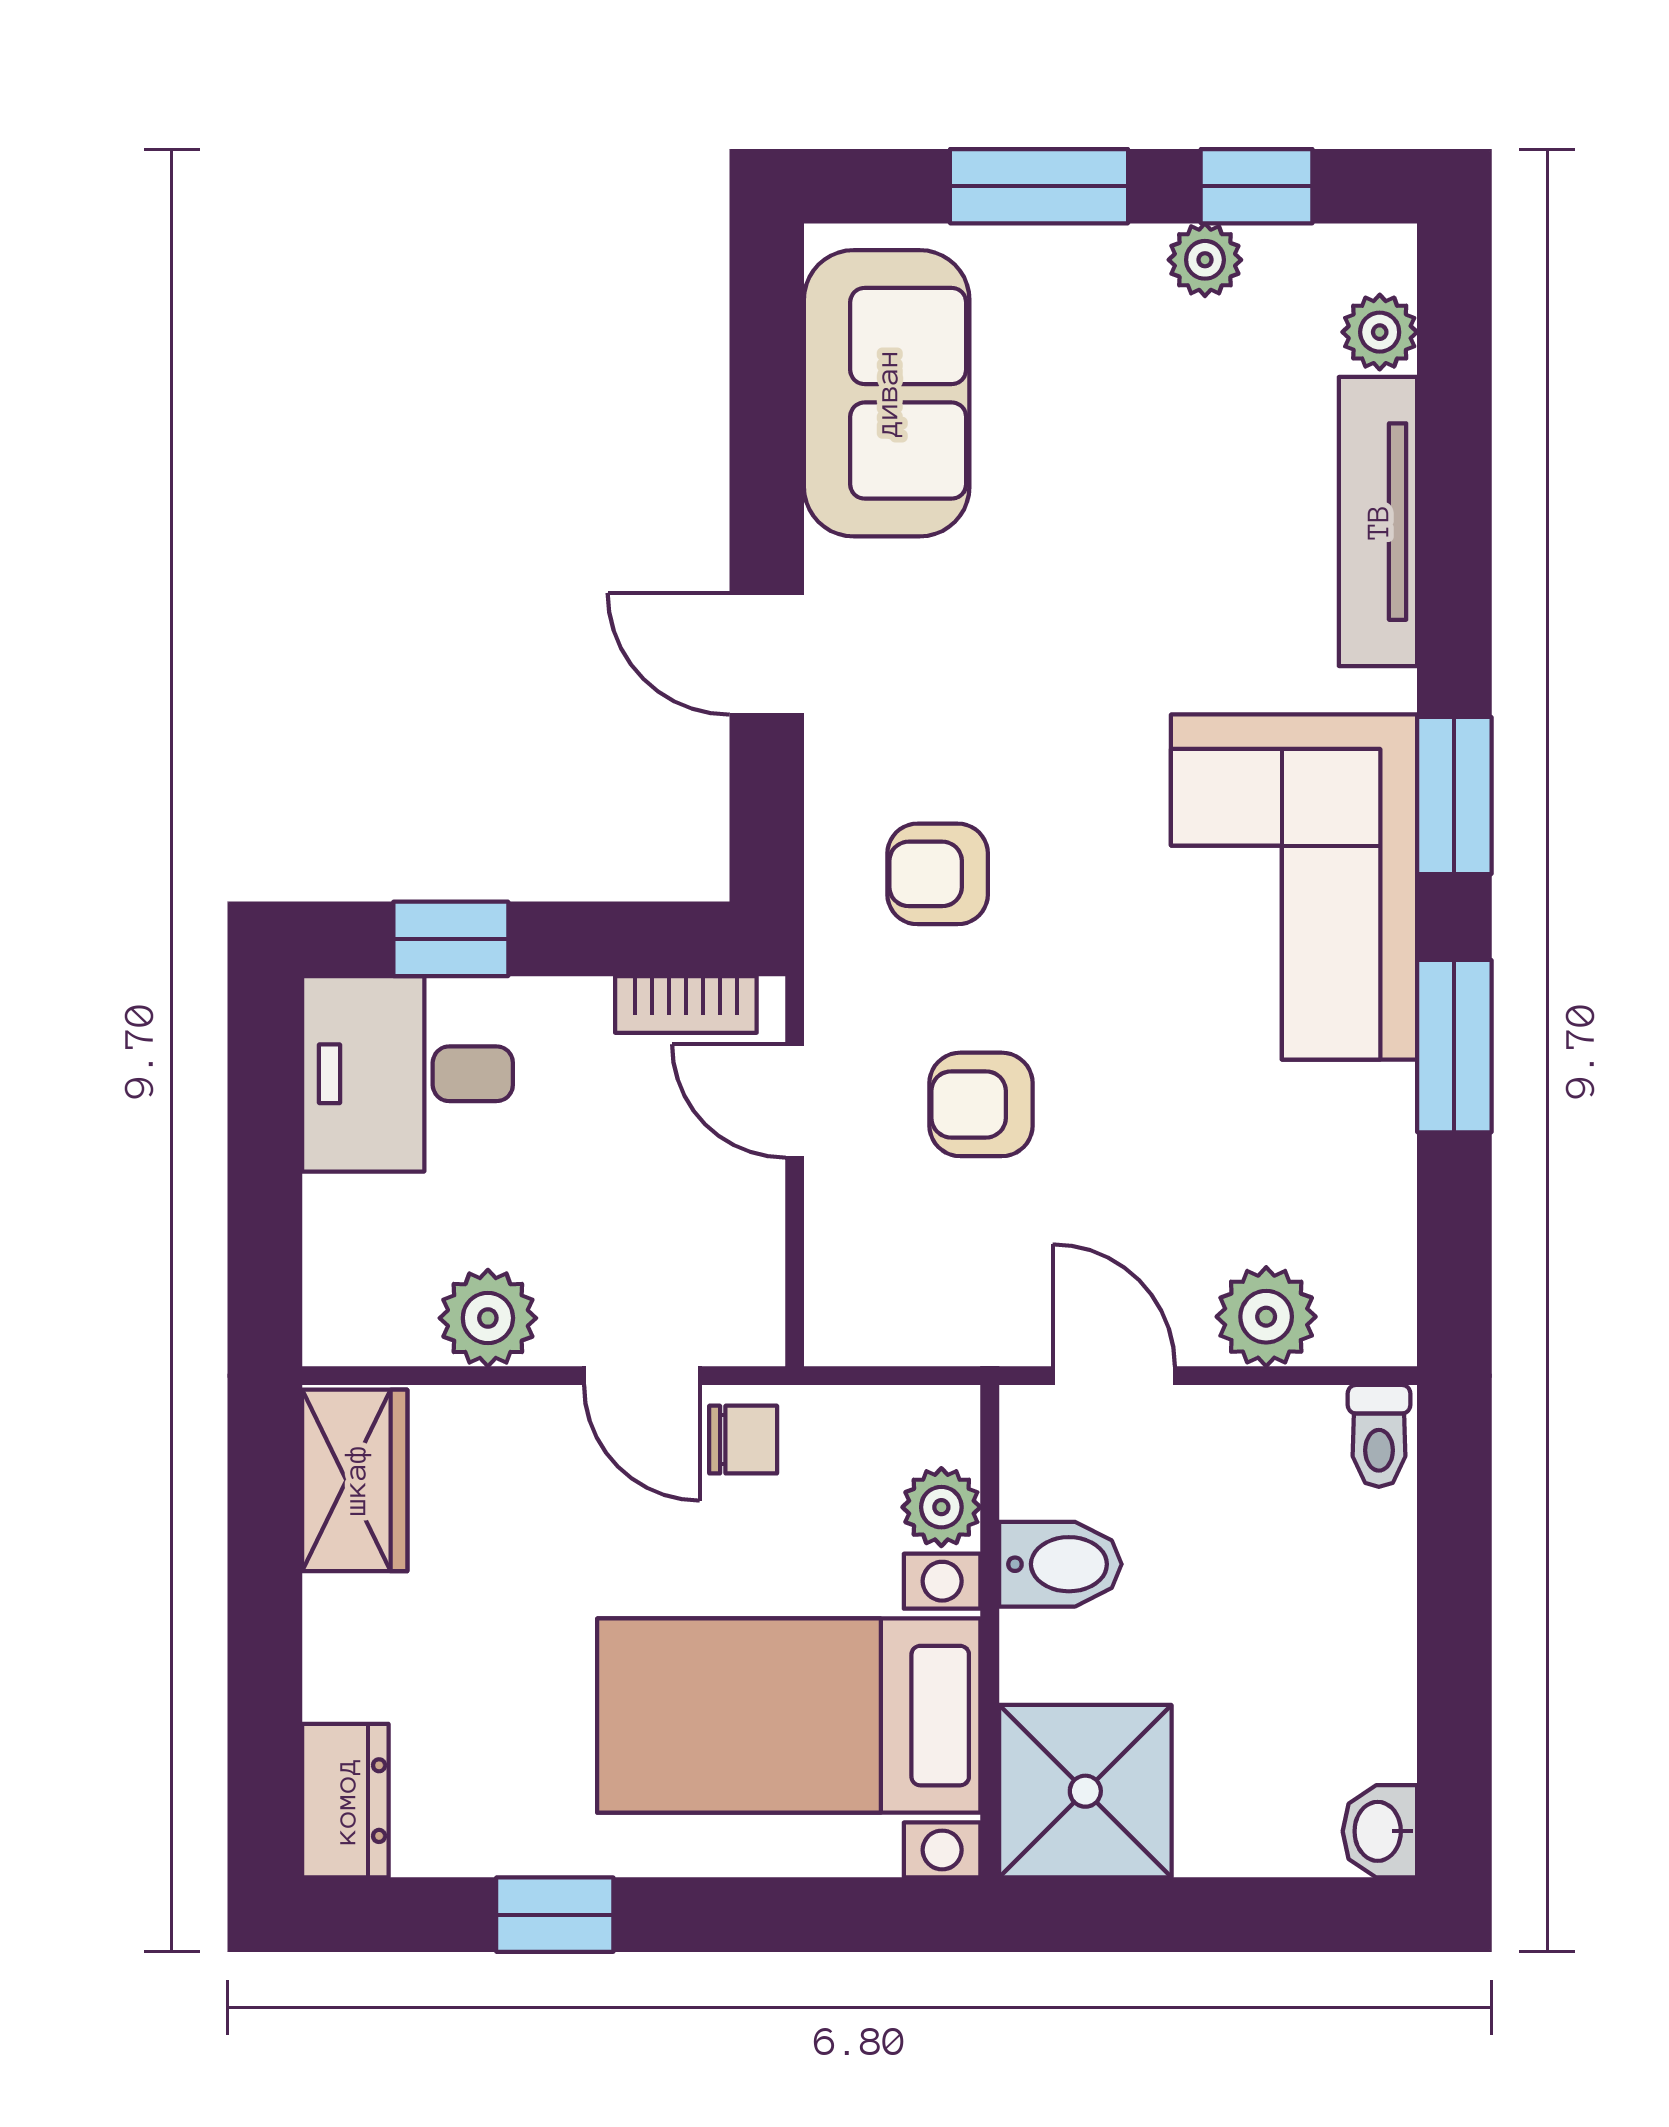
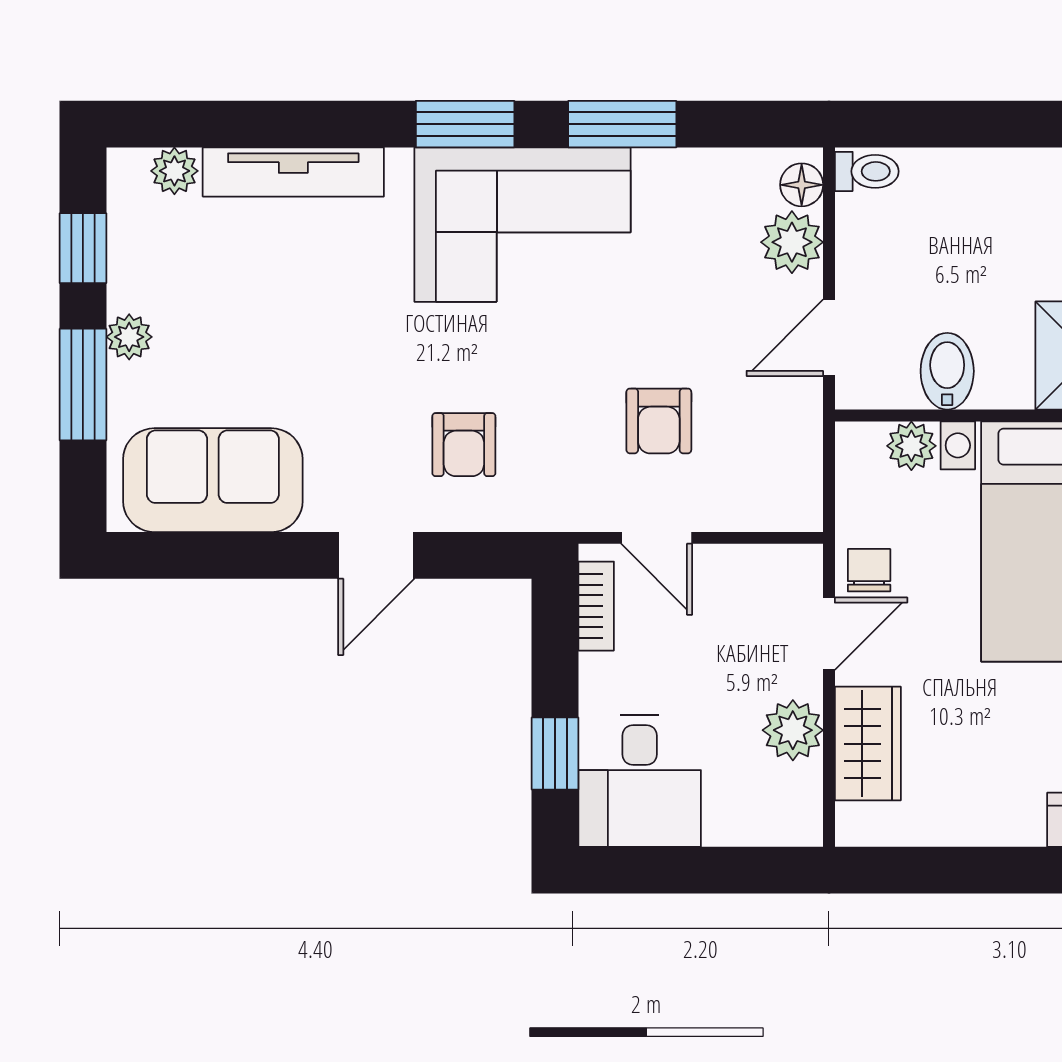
plant: (1205, 260) -> (129, 337), moved
armchair: (938, 874) -> (464, 445), moved
door: (795, 1101) -> (657, 538), hinge flipped
floor lamp: (1358, 1332) -> (802, 185), added
wardrobe: (355, 1480) -> (868, 744), moved, turned 90

